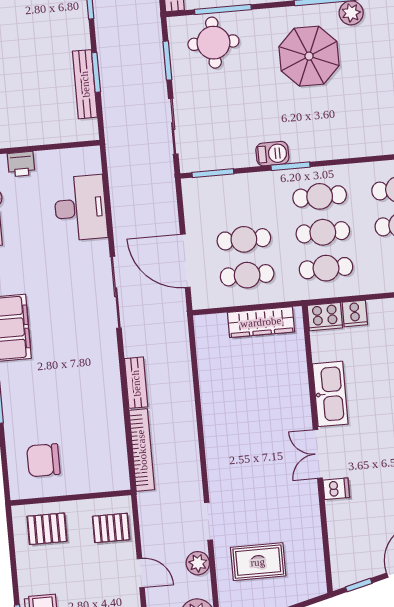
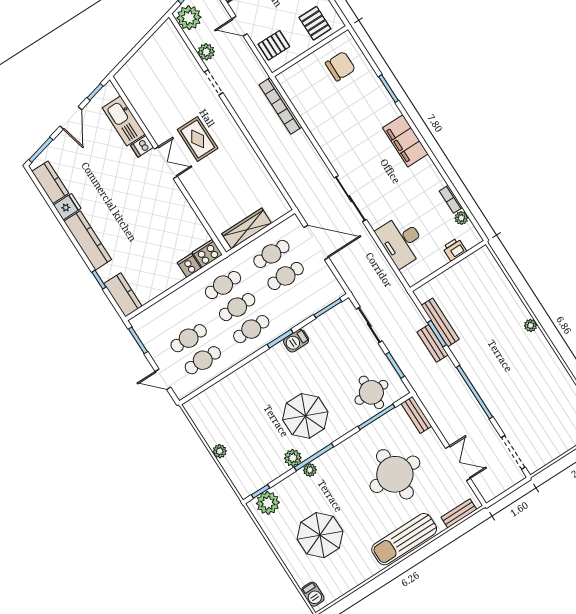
bench: (136, 383) -> (433, 343), moved
kitchen sink: (330, 394) -> (124, 121), moved
pallet: (47, 529) -> (315, 23), turned 90
rug: (258, 562) -> (198, 139), moved, turned 90

